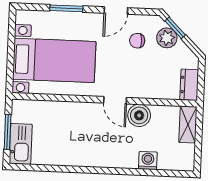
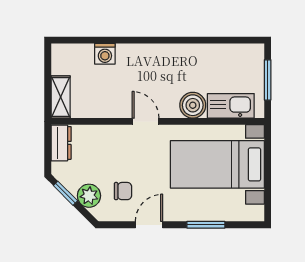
window: (175, 28) -> (65, 193), moved
boiler: (139, 115) -> (193, 105), moved
kitchen sink: (21, 144) -> (231, 106), moved, turned 90

